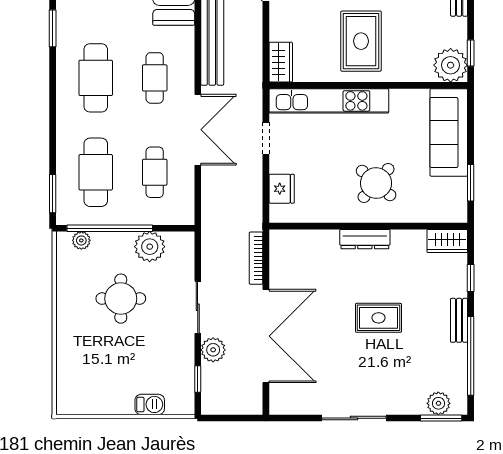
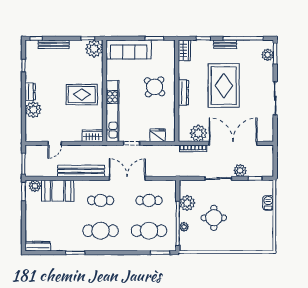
plant: (81, 240) -> (184, 227), moved
plant: (286, 268) -> (198, 133), added
rug: (379, 318) -> (224, 86), width x1.86, depth x2.06

